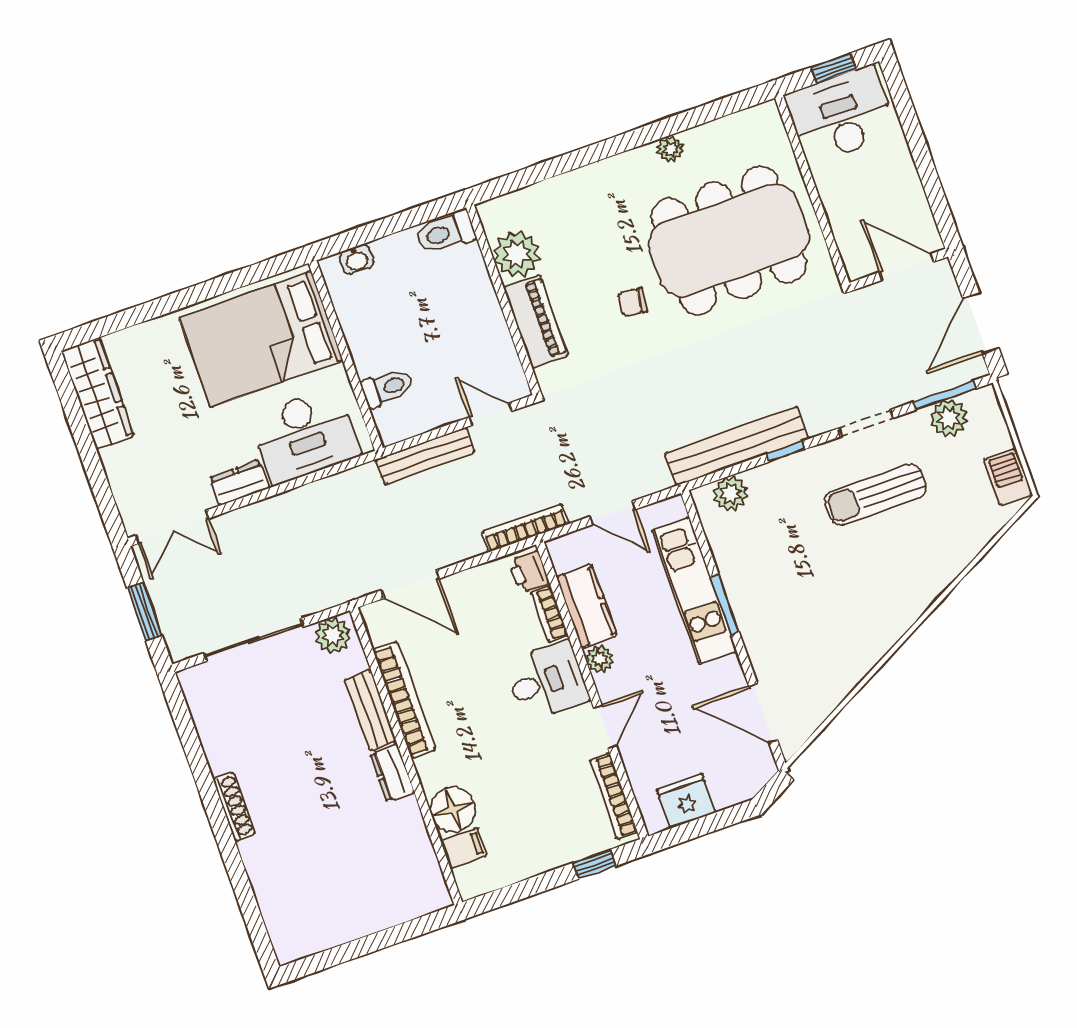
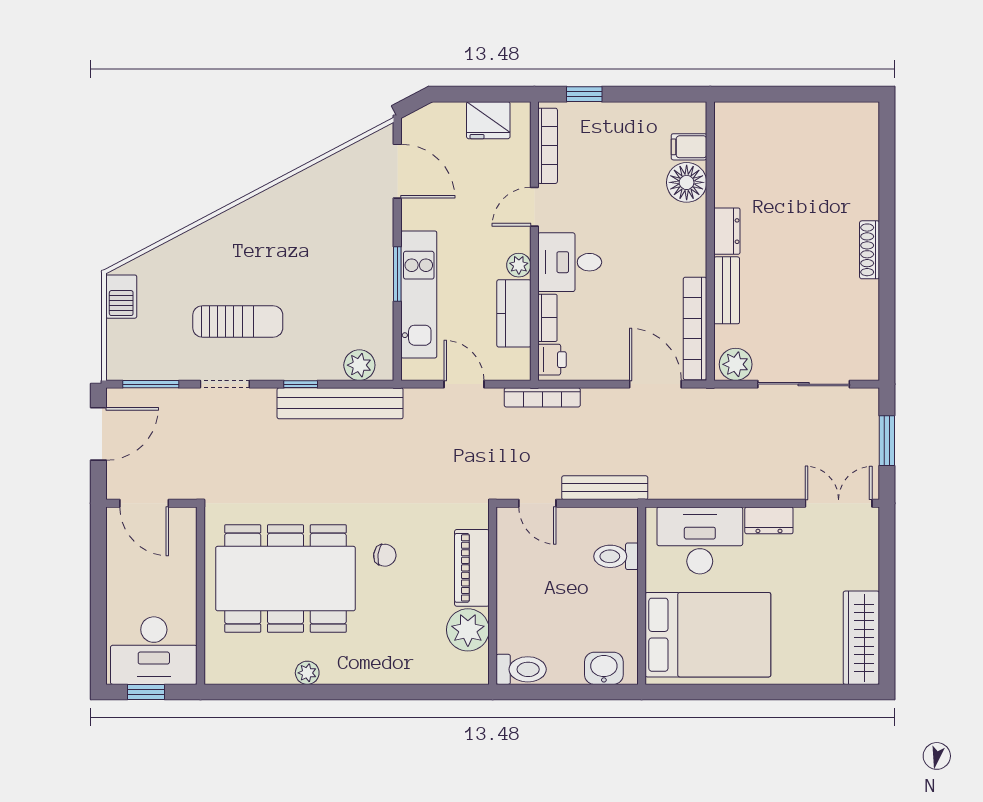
washbasin: (357, 259) -> (604, 668), width x1.38, depth x1.45
plant: (949, 418) -> (153, 364), removed
bookcase: (404, 700) -> (695, 328), moved

